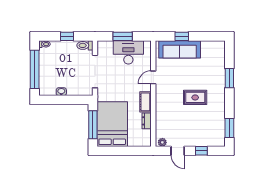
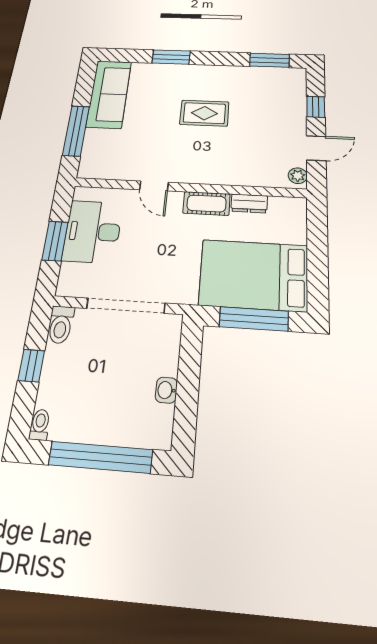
window: (182, 36) -> (76, 131), width x2.17
sofa: (180, 49) -> (109, 94), moved
rug: (195, 97) -> (204, 113), turned 90

